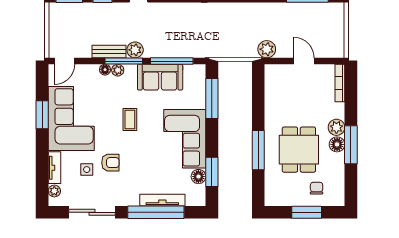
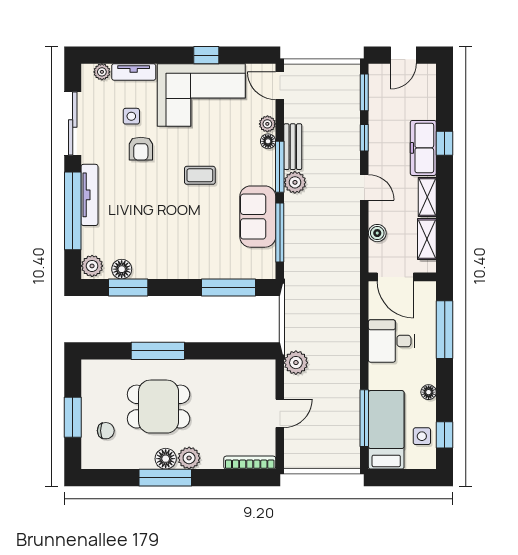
plant: (118, 70) -> (267, 124), moved
window: (42, 115) -> (206, 55), width x0.67
corner sofa: (185, 139) -> (173, 250), removed
plant: (196, 198) -> (92, 266), added
tv unit: (162, 200) -> (89, 195), moved

